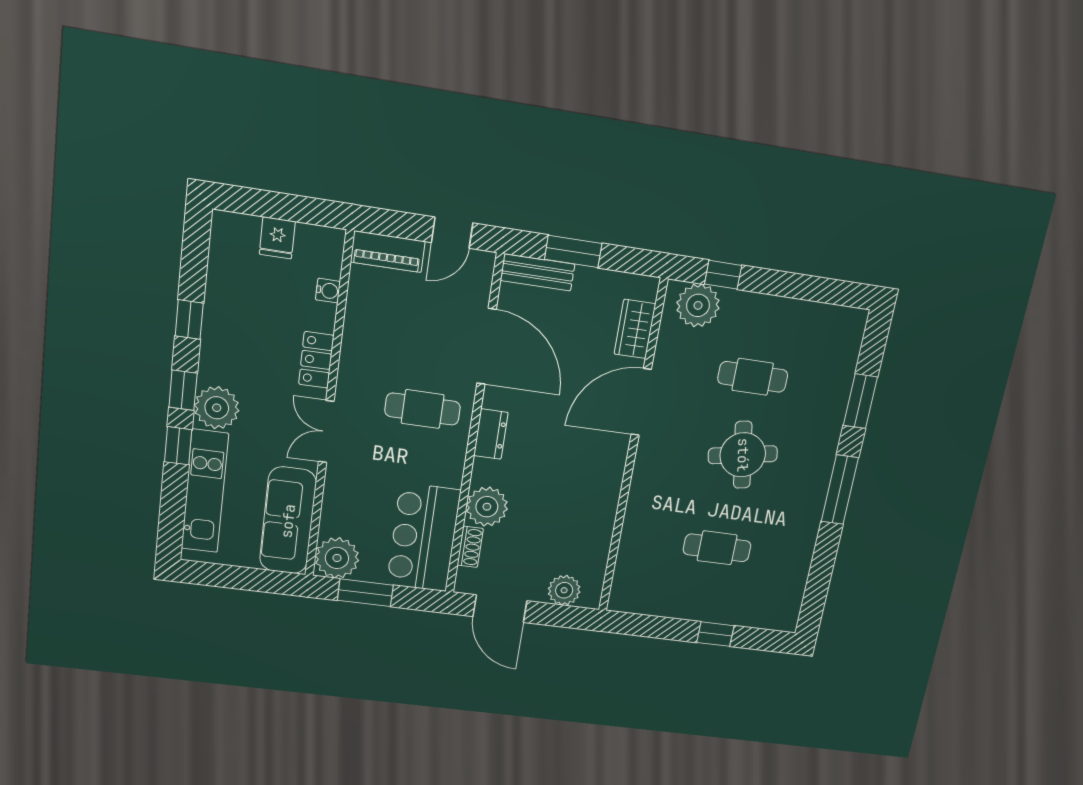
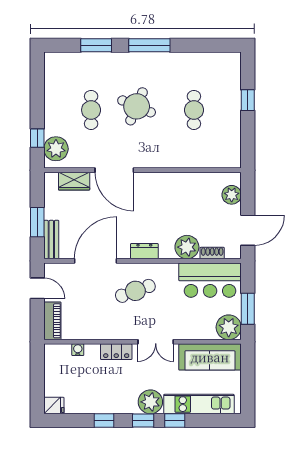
fridge: (277, 238) -> (54, 406), moved
cafe table: (423, 409) -> (135, 291), turned 70
round table: (743, 455) -> (137, 106), turned 33

